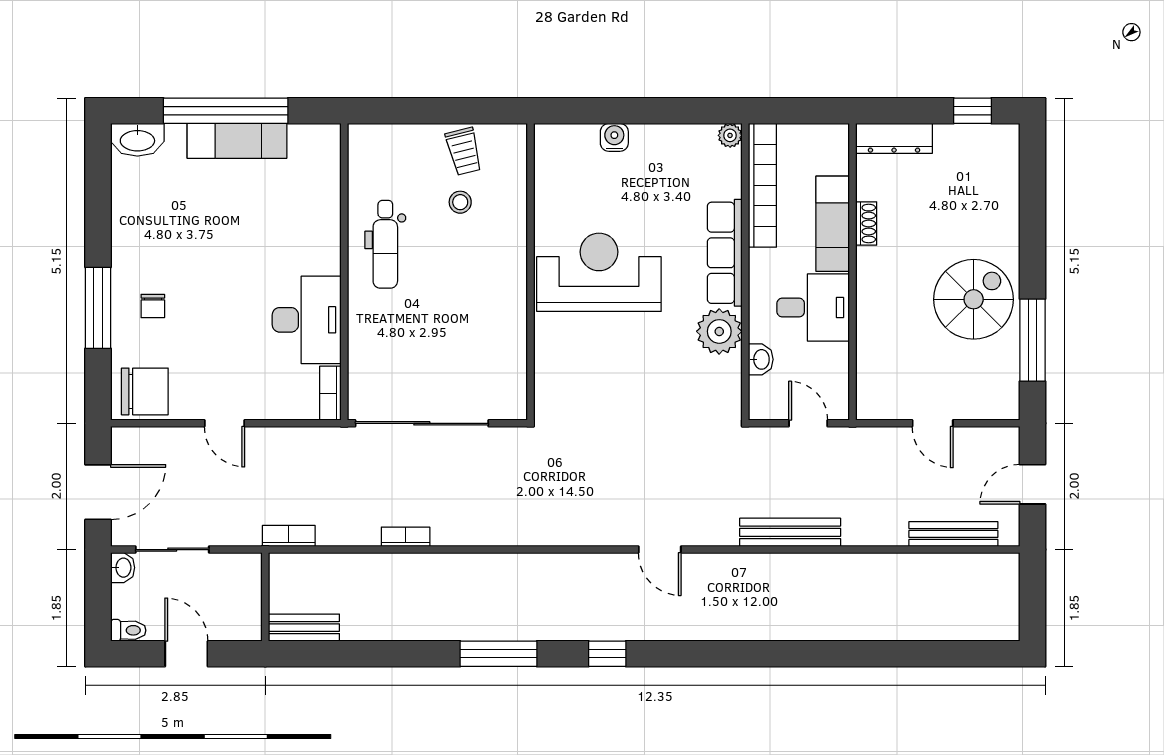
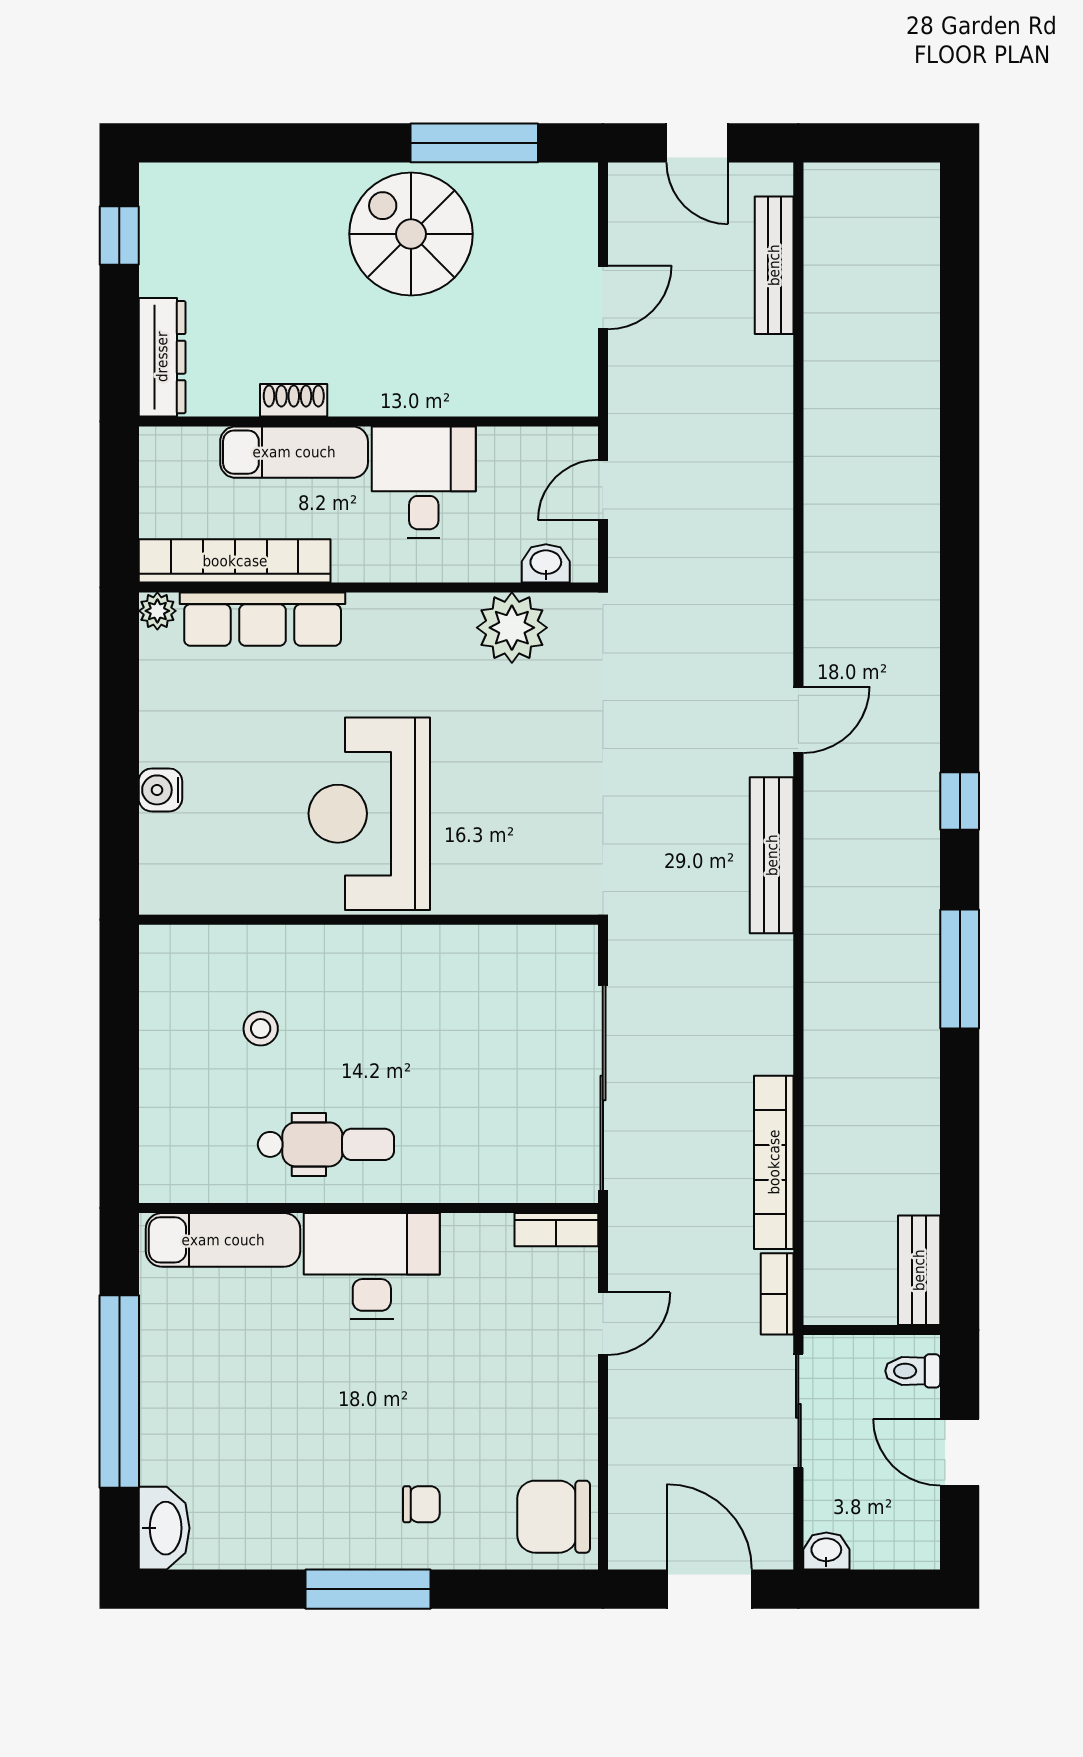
exam couch: (237, 141) -> (223, 1240), moved, turned 90
trolley: (464, 151) -> (182, 1023), removed
row of seats: (725, 253) -> (263, 619), moved
window: (98, 308) -> (368, 1589), moved
desk: (307, 320) -> (372, 1266), moved
plant: (719, 331) -> (512, 628), moved
washbasin: (761, 359) -> (546, 563), moved
chair: (145, 391) -> (554, 1517), turned -90
door: (224, 423) -> (603, 1324), moved
bench: (790, 532) -> (772, 855), moved
bookcase: (406, 537) -> (774, 1162), width x2.31, depth x1.31
sliding door: (172, 550) -> (798, 1411), moved
toilet: (128, 630) -> (913, 1371), moved, turned -90
door: (186, 654) -> (960, 1452), hinge flipped

